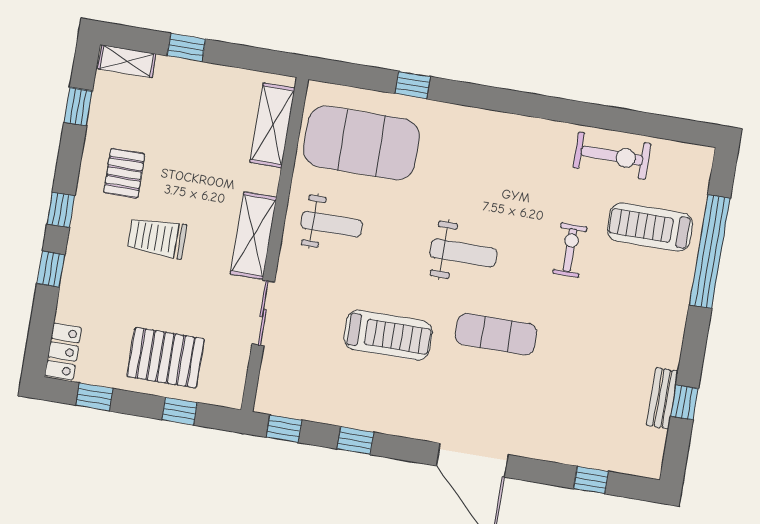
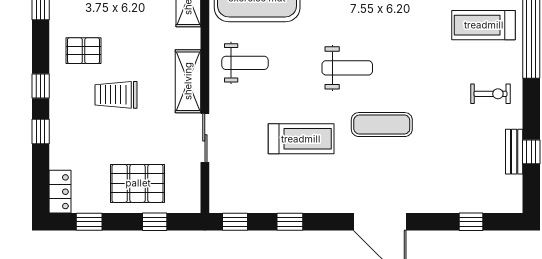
pallet: (124, 173) -> (84, 51), turned 90
exercise bike: (570, 250) -> (491, 94), moved, turned 90

